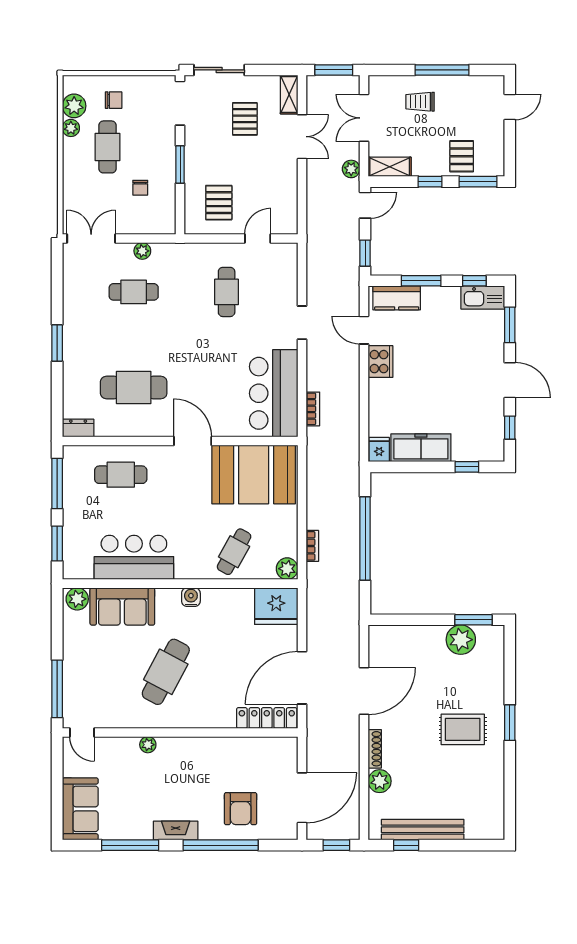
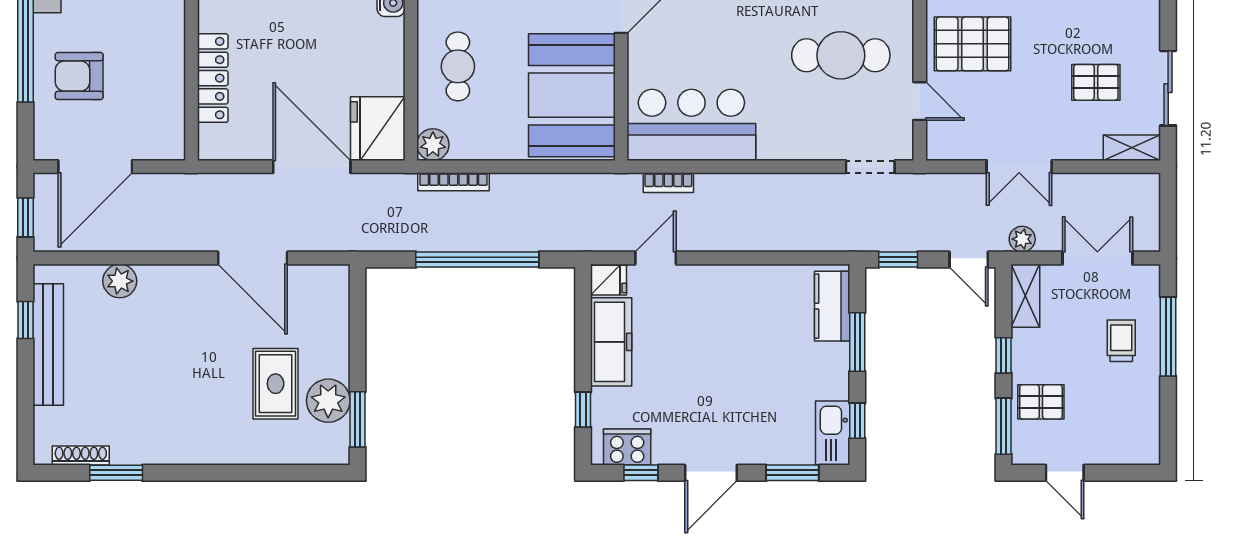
sliding door: (219, 70) -> (1168, 88), moved
window: (334, 70) -> (1168, 213), removed
window: (442, 70) -> (1168, 337), moved
door: (510, 107) -> (1065, 473), moved
double door: (302, 137) -> (1019, 167), moved
pallet: (219, 203) -> (973, 44), width x1.50, depth x1.42
cafe table: (227, 292) -> (841, 55), width x1.37, depth x1.35
doorway: (302, 323) -> (870, 167), moved
door: (364, 330) -> (656, 258), moved
cooker: (380, 362) -> (627, 447), moved, turned 180
bookcase: (312, 546) -> (454, 182), width x1.56
cafe table: (234, 552) -> (458, 66), turned 61
door: (302, 678) -> (312, 167), moved
locker: (267, 718) -> (213, 78), moved
window: (510, 723) -> (116, 473), moved
rug: (463, 729) -> (276, 384), moved
shoe rack: (375, 749) -> (81, 456), moved, turned 180
door: (302, 798) -> (95, 167), hinge flipped

